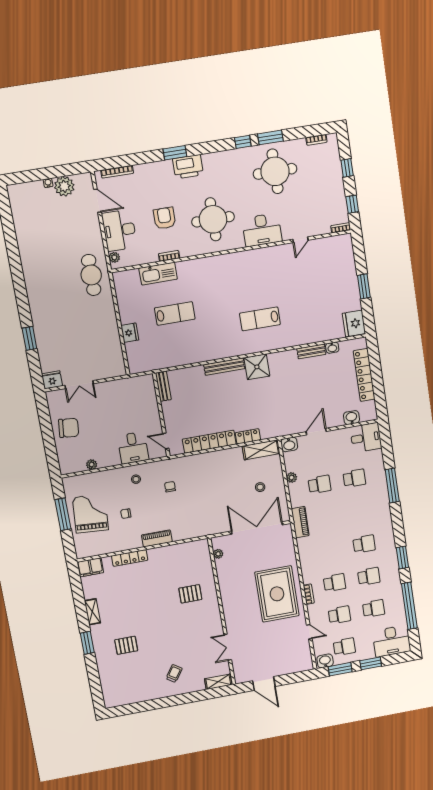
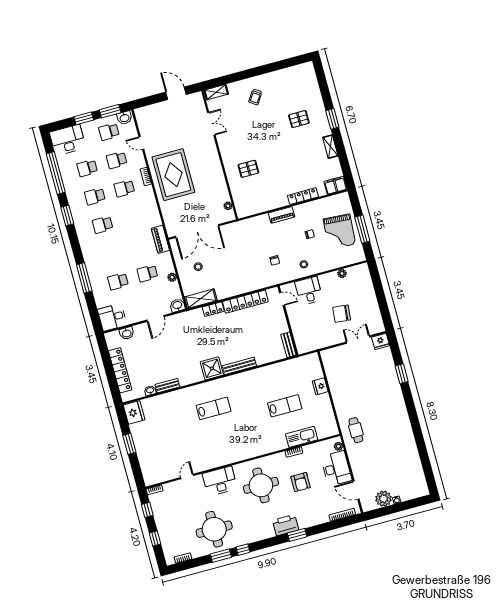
cafe table: (91, 275) -> (356, 430), width x0.73, depth x0.74
lab bench: (175, 313) -> (285, 406), turned 180
chair: (69, 428) -> (342, 314), moved

